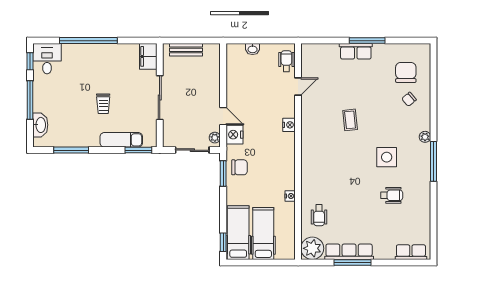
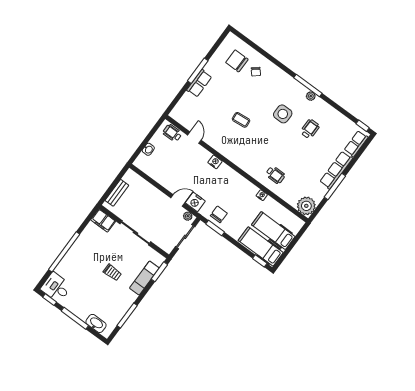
plant: (425, 137) -> (311, 96), moved
wheelchair: (319, 215) -> (275, 175), moved
window: (434, 245) -> (363, 126), added
row of seats: (349, 252) -> (336, 170), moved

